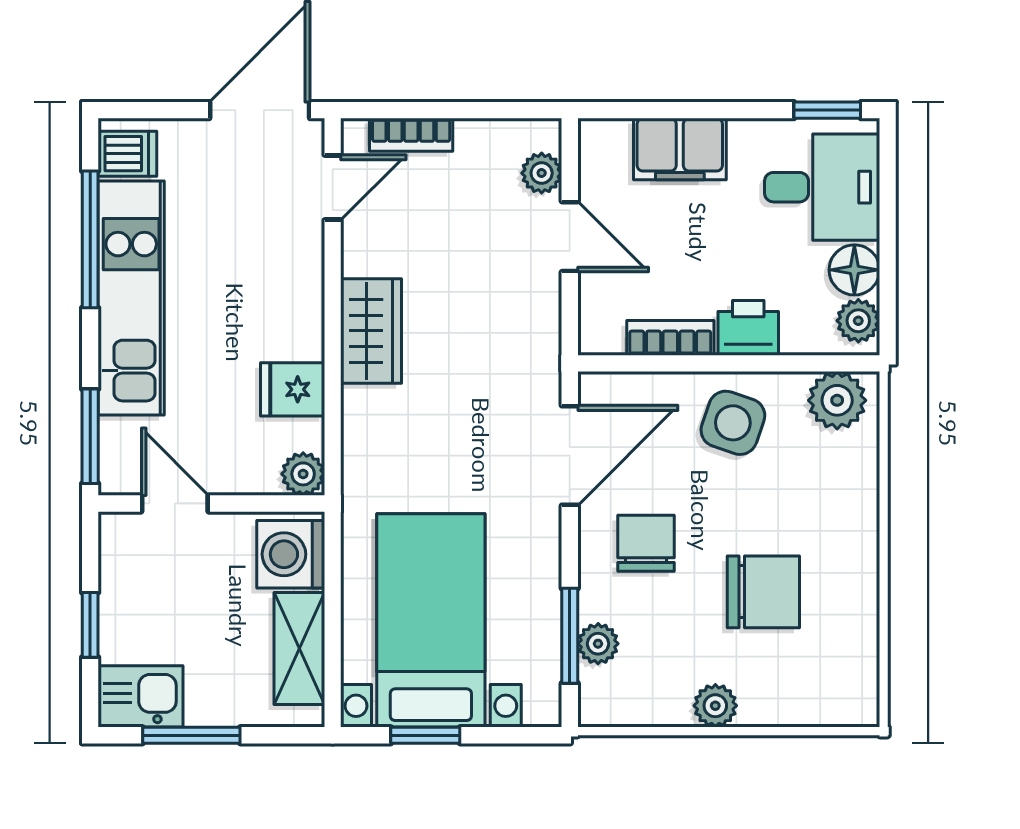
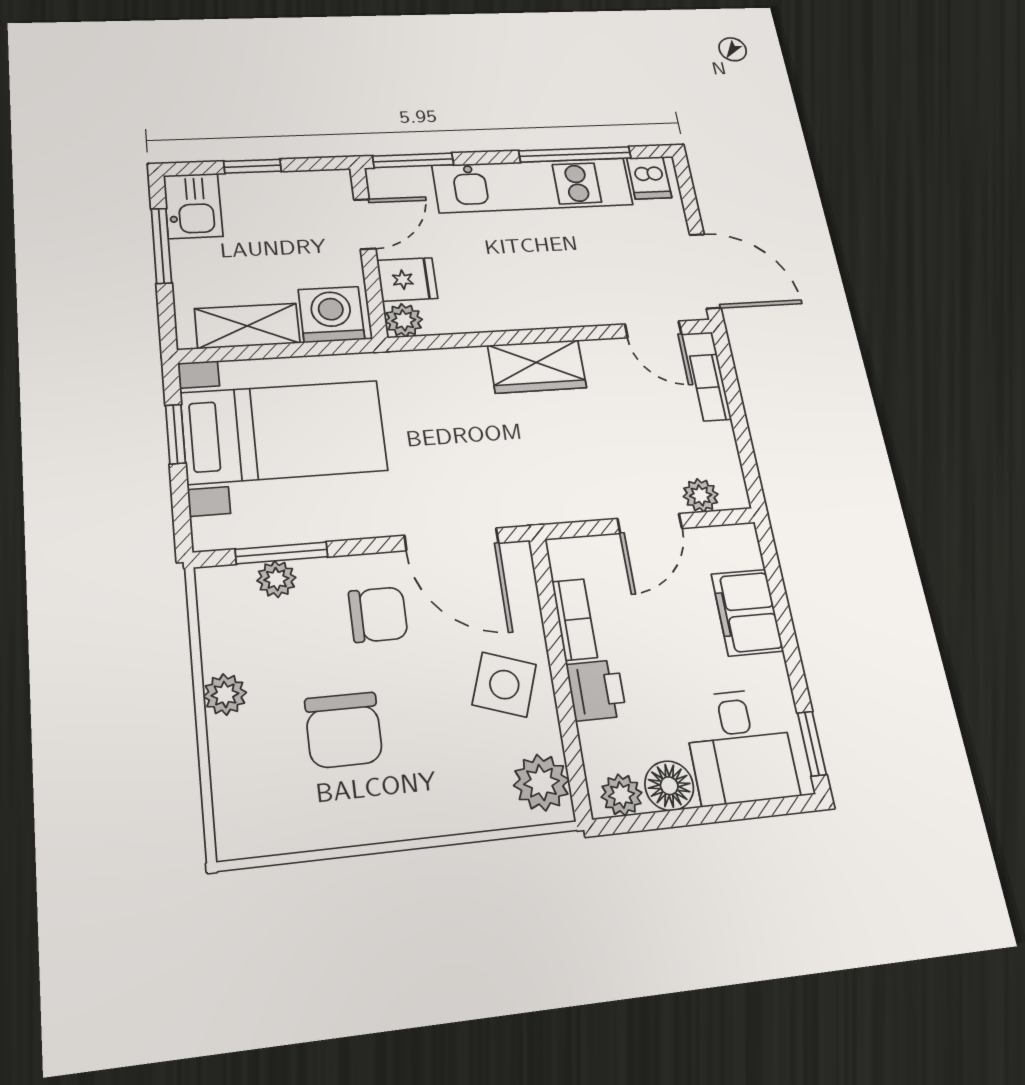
fridge: (293, 389) -> (407, 279), moved, turned 90

